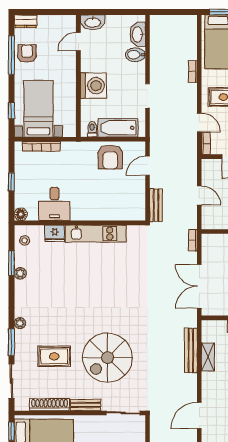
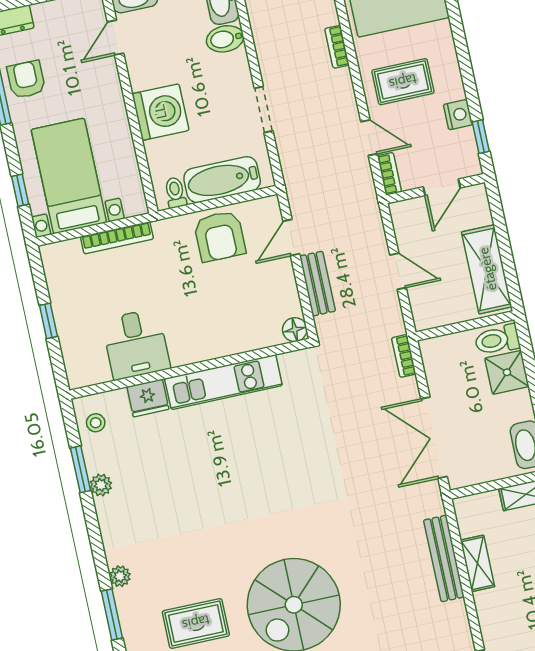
bookcase: (41, 146) -> (117, 238), moved
bench: (156, 205) -> (317, 284), moved
floor lamp: (21, 214) -> (295, 330), moved

